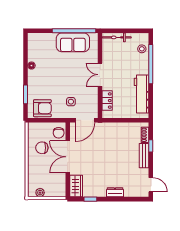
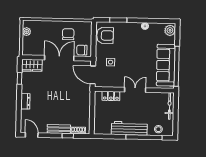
plant: (36, 39) -> (170, 30), added
sofa: (73, 42) -> (166, 65), width x1.36
workbench: (142, 94) -> (129, 128), moved
armchair: (42, 108) -> (105, 35), turned -90
door: (151, 185) -> (32, 135), swing flipped

